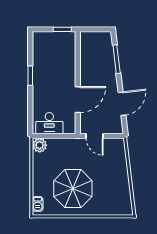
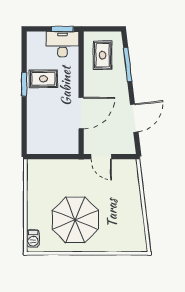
rug: (96, 51) -> (103, 55), added
rug: (46, 71) -> (43, 79), added
desk: (49, 123) -> (62, 44), moved, turned 180
plant: (40, 145) -> (35, 168), removed

